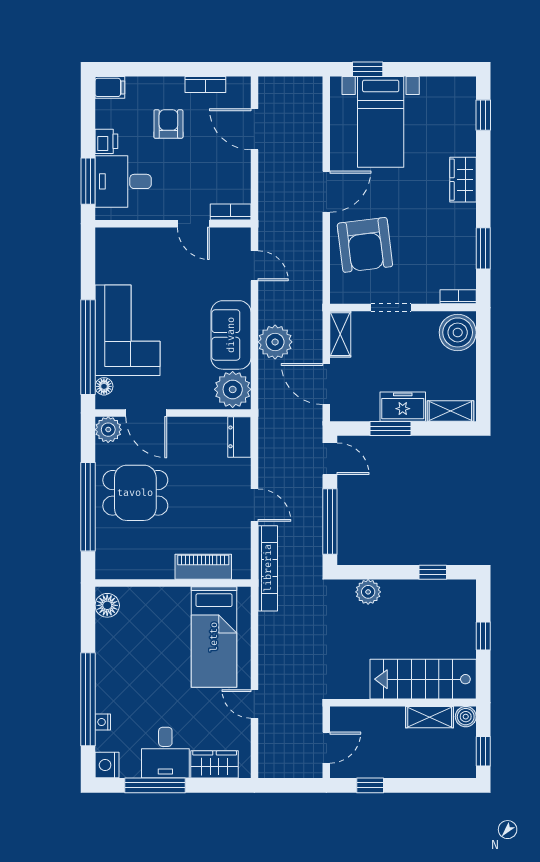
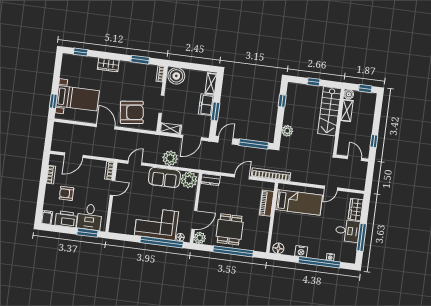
printer: (106, 141) -> (66, 219), width x1.87, depth x1.48
nightstand: (107, 765) -> (301, 251), moved

